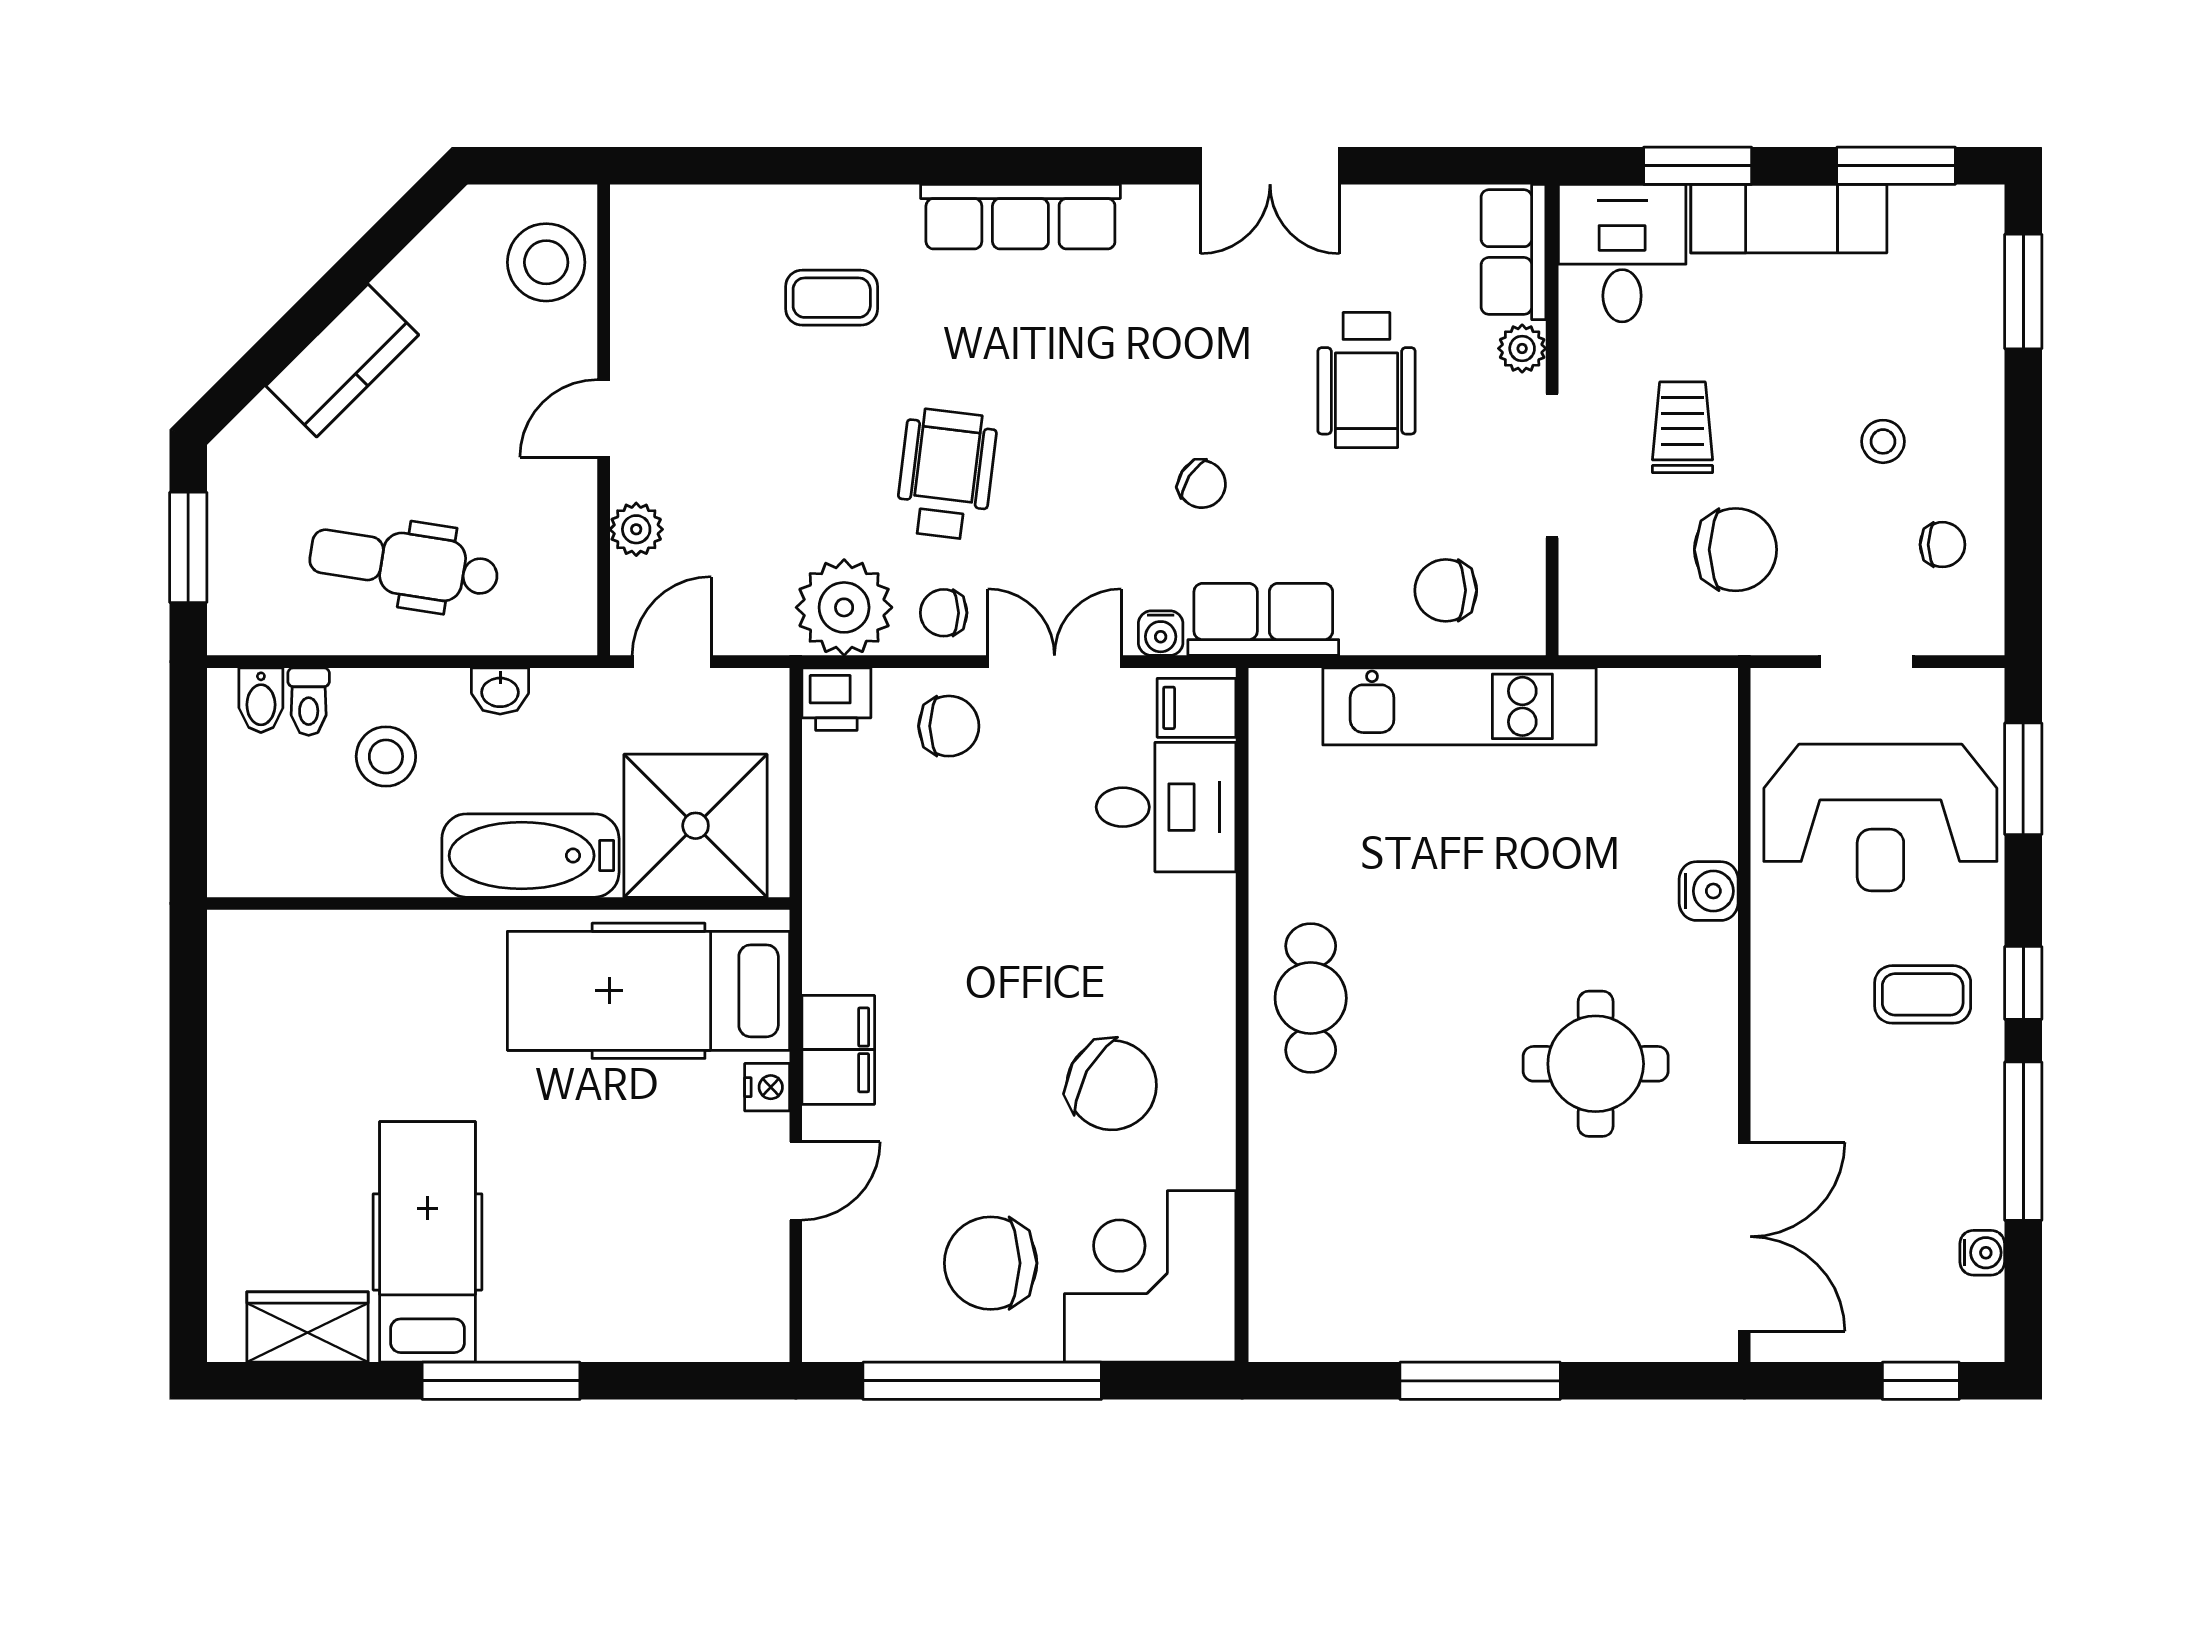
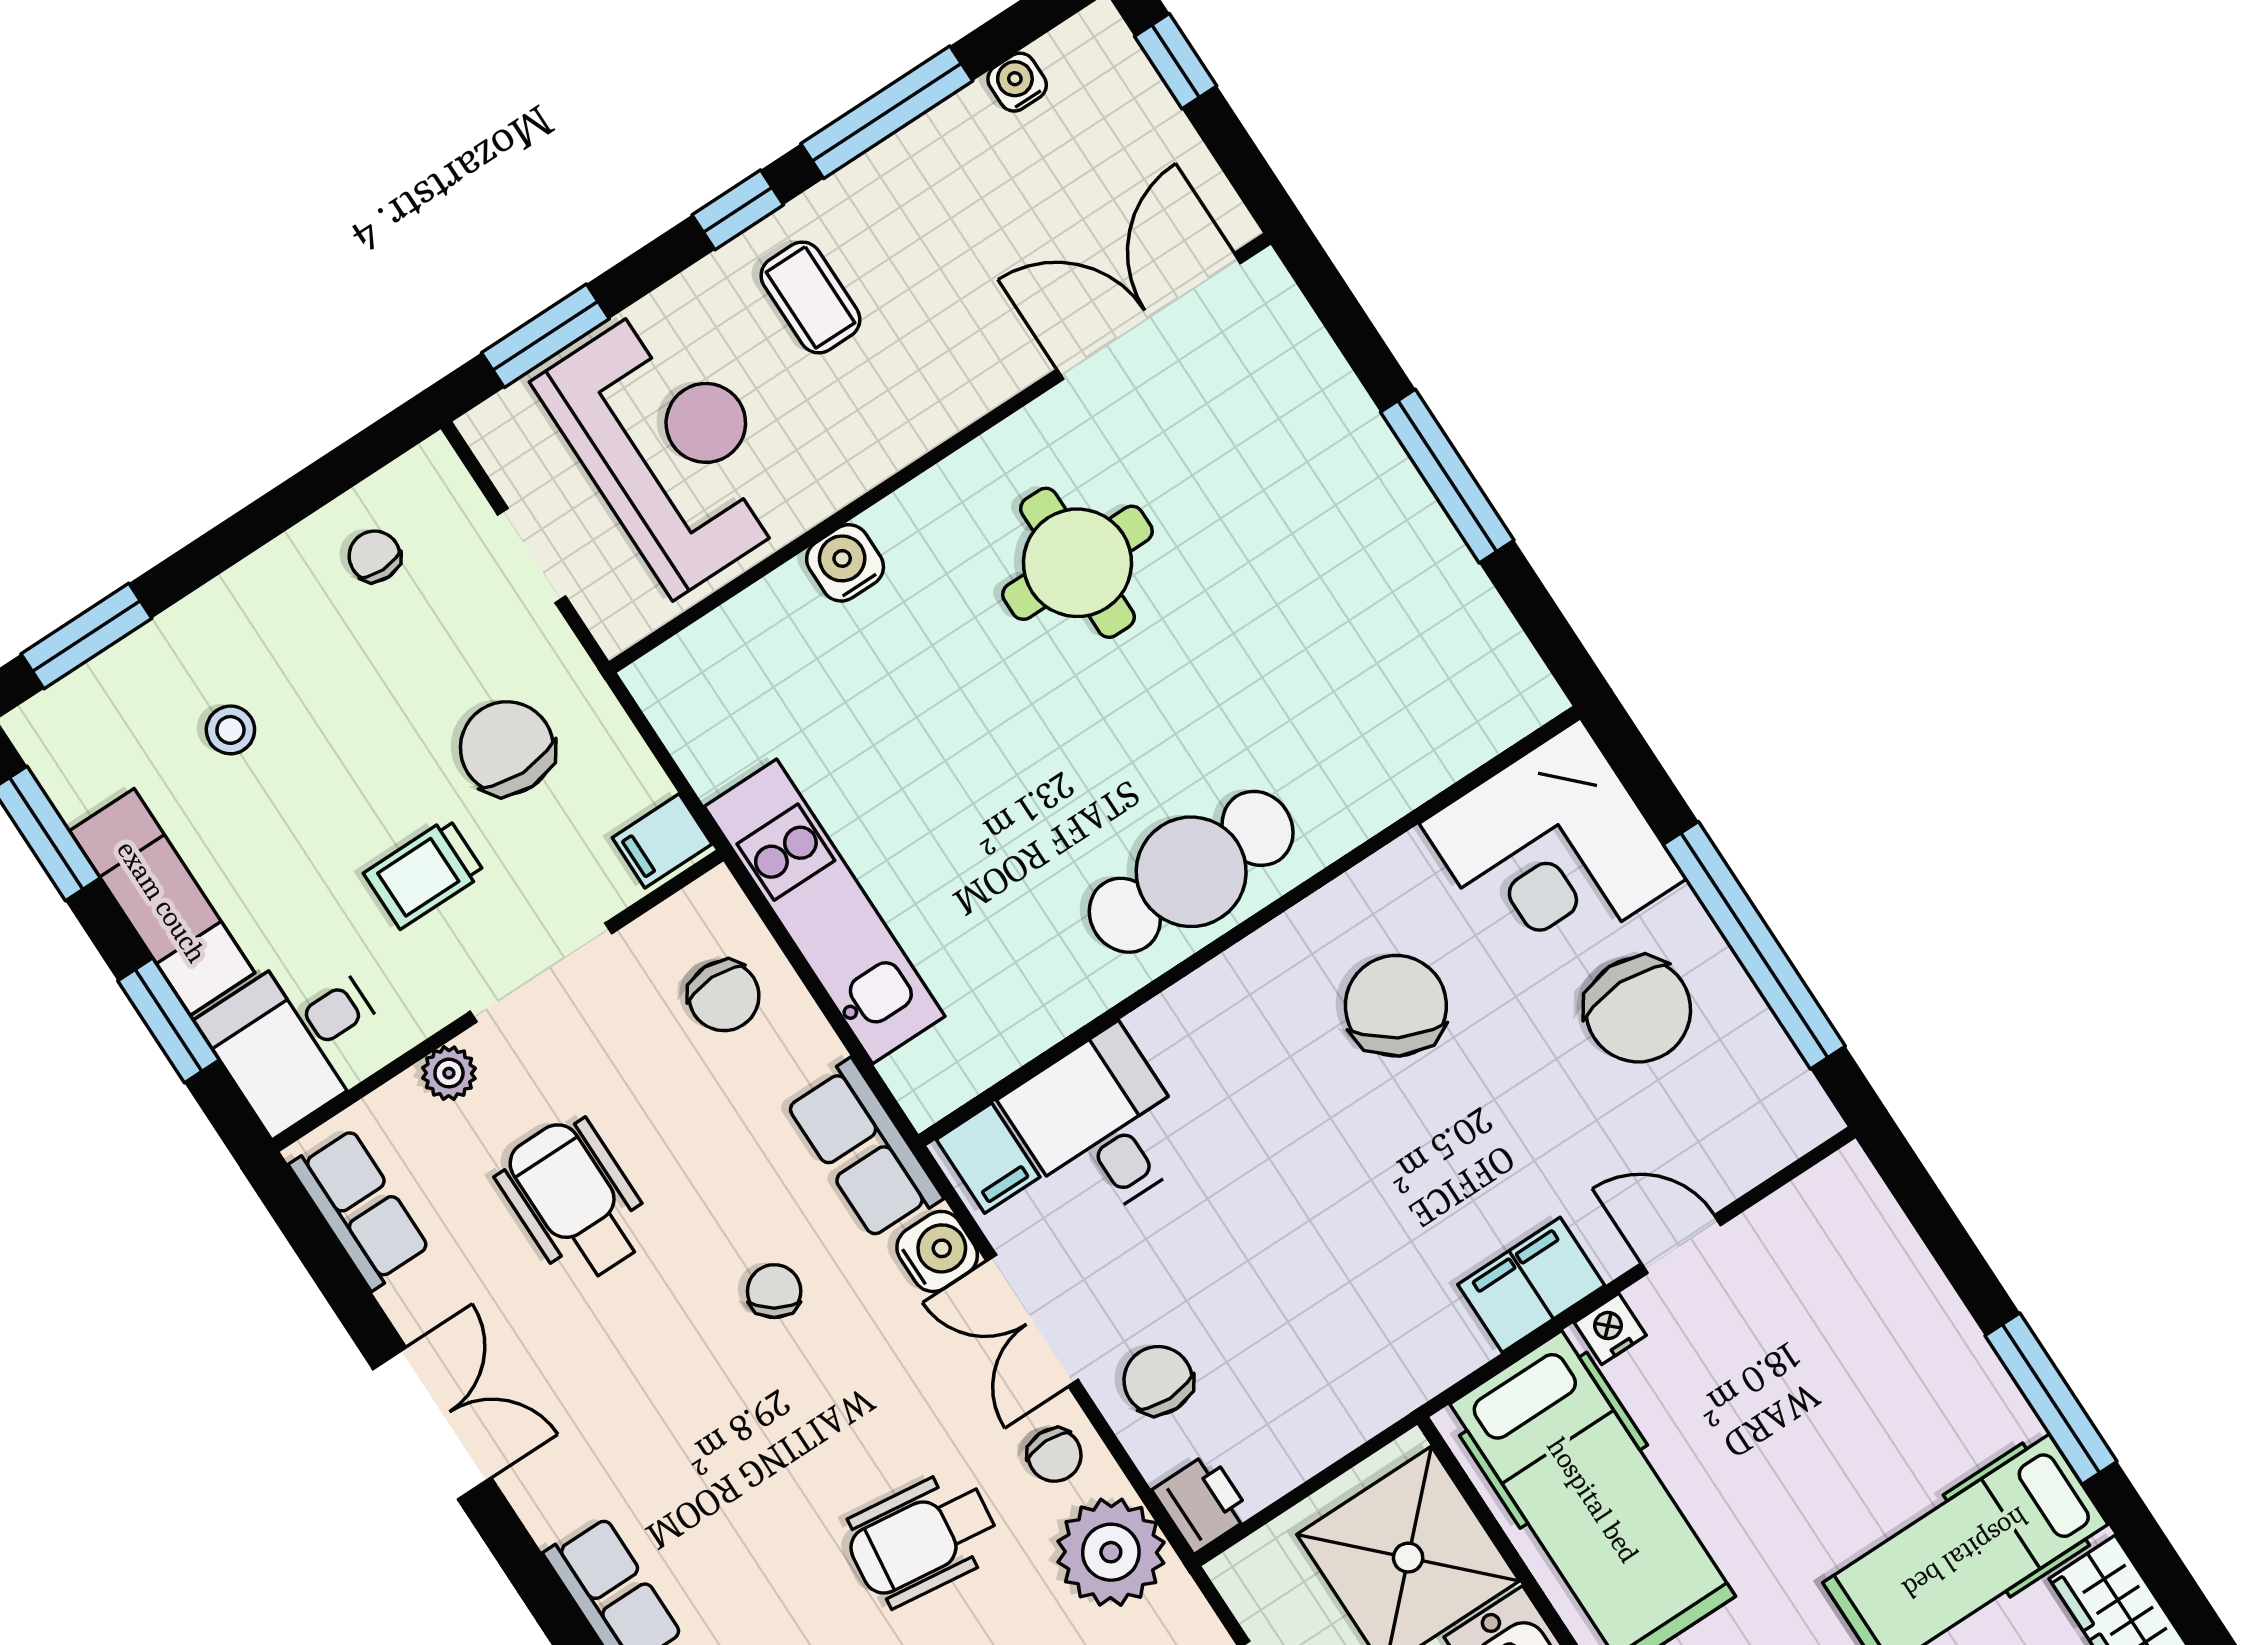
row of seats: (1514, 252) -> (360, 1208), moved, turned -90
wheelchair: (1366, 380) -> (575, 1200), turned -90
stool: (1883, 441) -> (230, 730), moved
filing cabinet: (1591, 620) -> (662, 841), added
water cooler: (1161, 633) -> (937, 1251), width x1.38, depth x1.38
cafe table: (1311, 998) -> (1191, 872), width x1.37, depth x1.35

